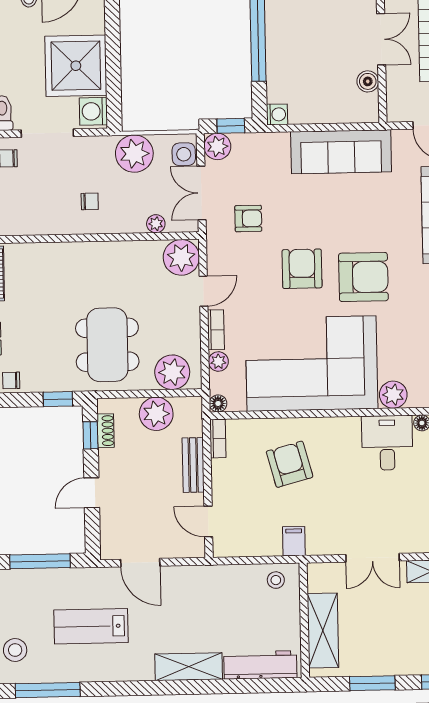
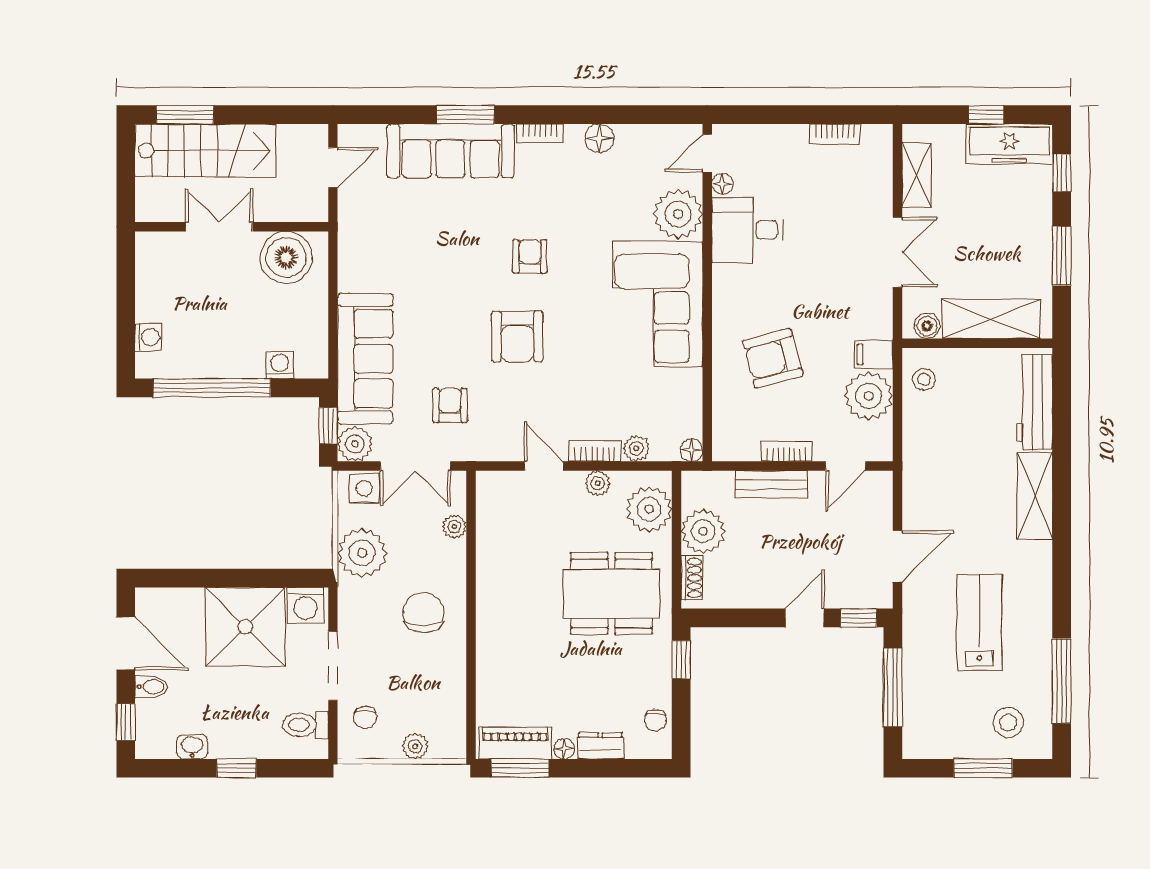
boiler: (368, 81) -> (286, 257), width x1.86, depth x1.86
washing machine: (277, 114) -> (280, 365), moved
sofa: (341, 152) -> (365, 359), moved
chair: (90, 201) -> (423, 613), width x1.87, depth x1.87
plant: (181, 257) -> (598, 483), moved, width x0.53, depth x0.53
armchair: (302, 269) -> (517, 337), turned -90
armchair: (363, 277) -> (530, 256), width x0.53, depth x0.53
corner sofa: (312, 364) -> (658, 304), width x0.73, depth x0.74
plant: (393, 395) -> (678, 214), width x1.36, depth x1.36
shoe rack: (106, 431) -> (692, 578), moved, turned 90
window: (90, 435) -> (859, 618), moved
bookcase: (218, 439) -> (787, 451), moved
door: (92, 493) -> (805, 618), swing flipped
plant: (262, 538) -> (869, 396), added
boiler: (317, 582) -> (927, 326), added
lab bench: (91, 626) -> (979, 622), turned 180

